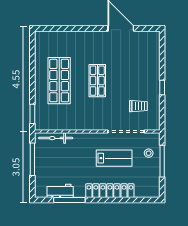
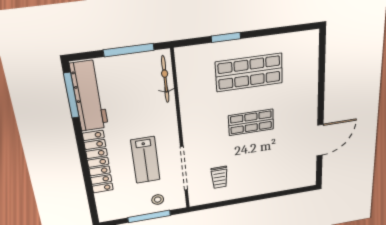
window: (162, 88) -> (245, 200), removed
window: (32, 114) -> (226, 37), moved
workbench: (60, 191) -> (89, 96), width x1.88, depth x1.32
window: (69, 200) -> (71, 95), moved

